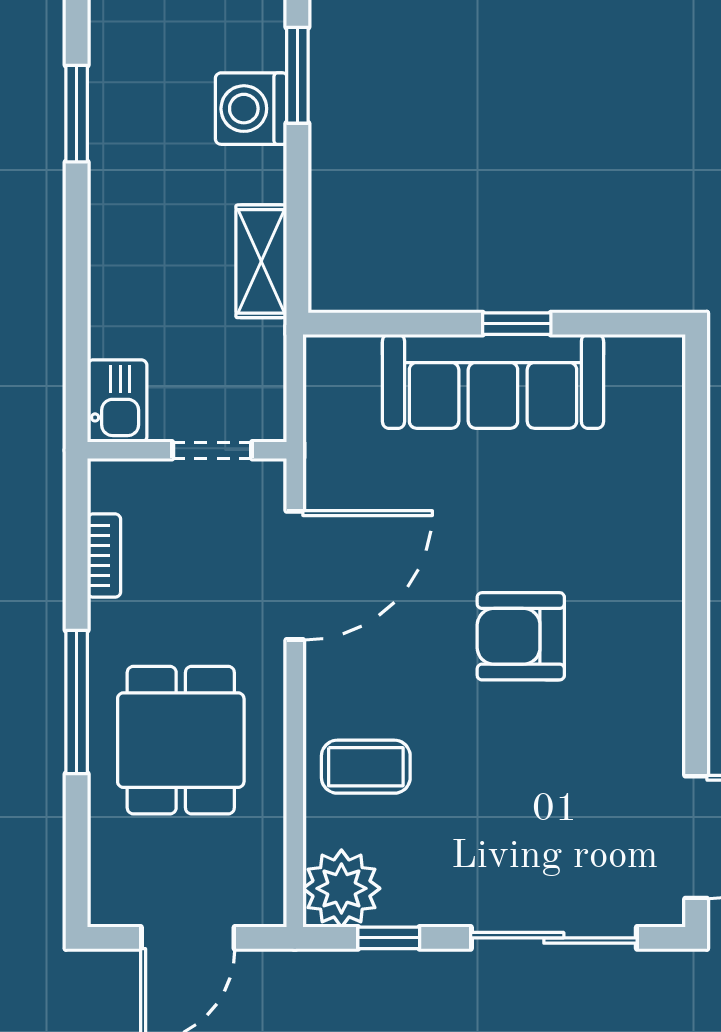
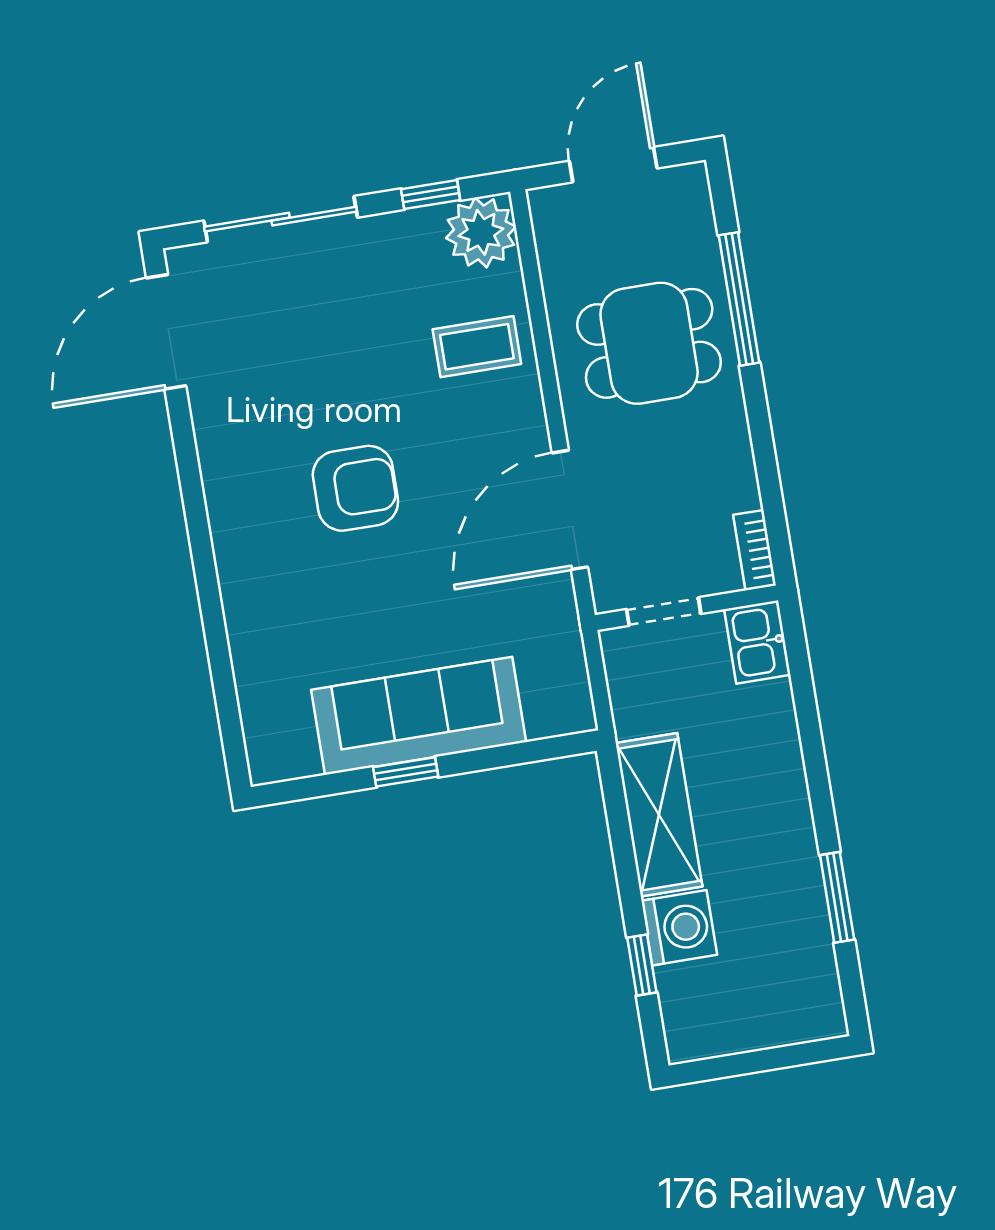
window: (297, 75) -> (642, 965), width x0.67
shelving: (261, 261) -> (659, 815), width x1.50, depth x1.33
bookcase: (104, 556) -> (755, 550), moved
window: (77, 702) -> (739, 299), moved
dining table: (181, 740) -> (649, 343), turned 90

